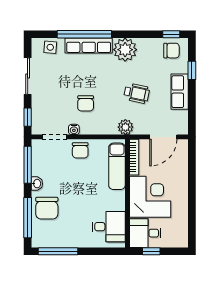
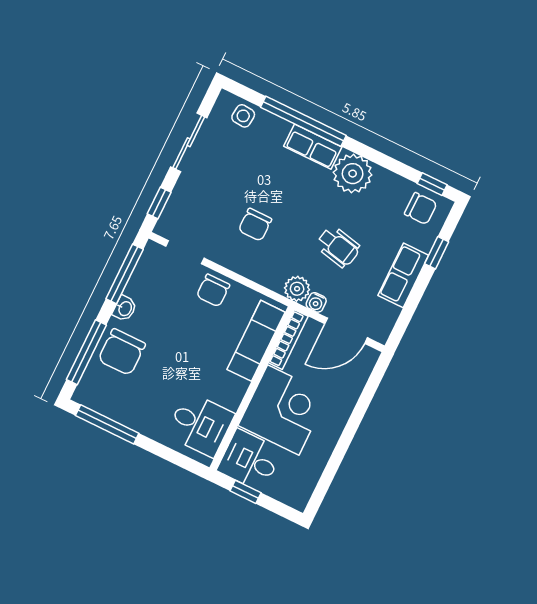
row of seats: (89, 46) -> (313, 147), width x0.68
water cooler: (74, 129) -> (316, 302), moved

